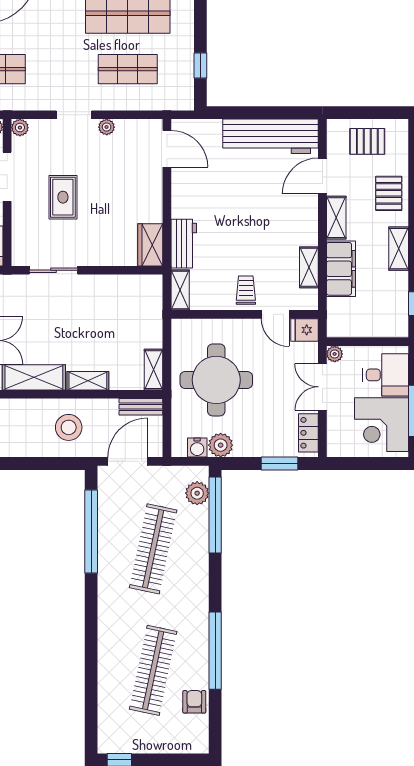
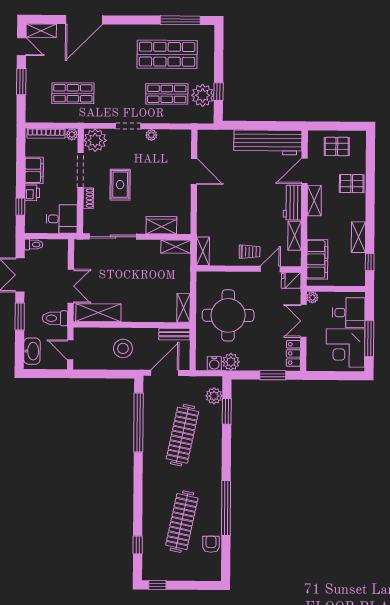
plant: (178, 71) -> (203, 95), added
plant: (20, 128) -> (95, 140), width x1.87, depth x1.87
door: (167, 149) -> (194, 171), moved
pallet: (389, 193) -> (352, 184), turned 90
shoe rack: (18, 216) -> (88, 198), added
workbench: (184, 244) -> (292, 203), moved, turned 180
wardrobe: (150, 245) -> (161, 225), moved, turned 90
shelving: (399, 249) -> (358, 237), moved
filing cabinet: (341, 269) -> (317, 259), moved
sliding door: (54, 270) -> (113, 237), width x1.37
trolley: (246, 290) -> (250, 252), turned 90
door: (275, 314) -> (270, 269), swing flipped
shelving: (88, 381) -> (176, 247), moved
window: (215, 515) -> (227, 411), width x0.47
window: (91, 704) -> (138, 545), added

